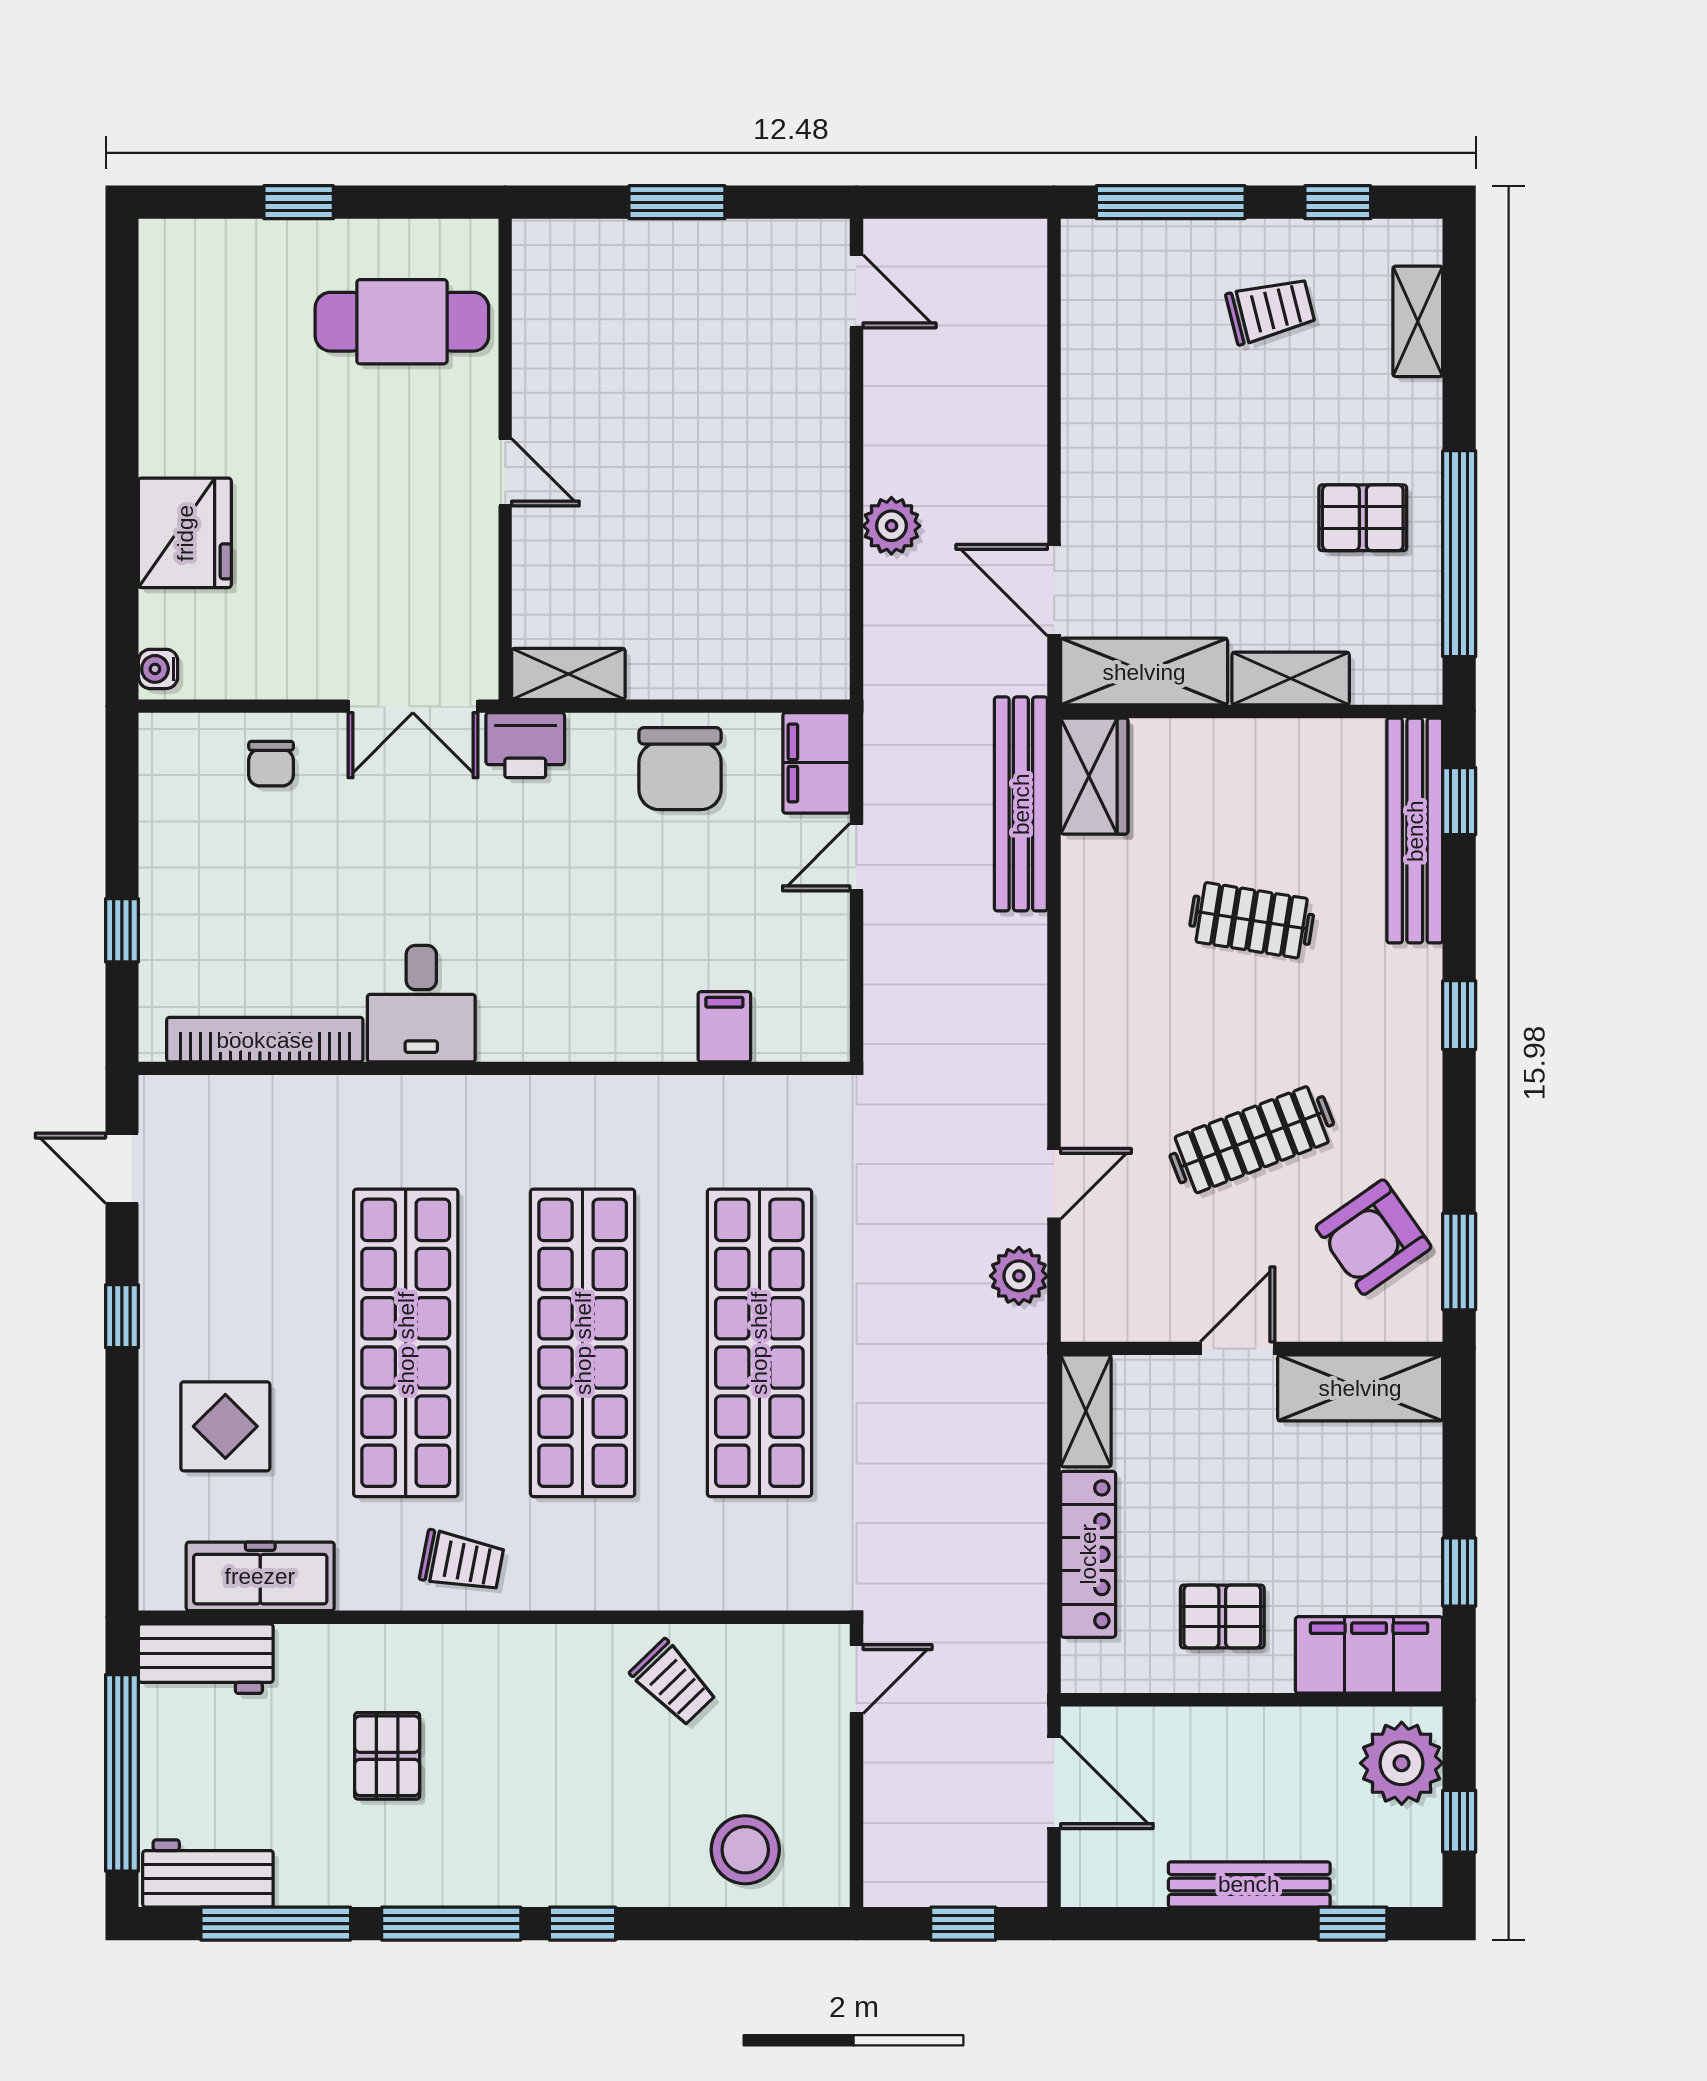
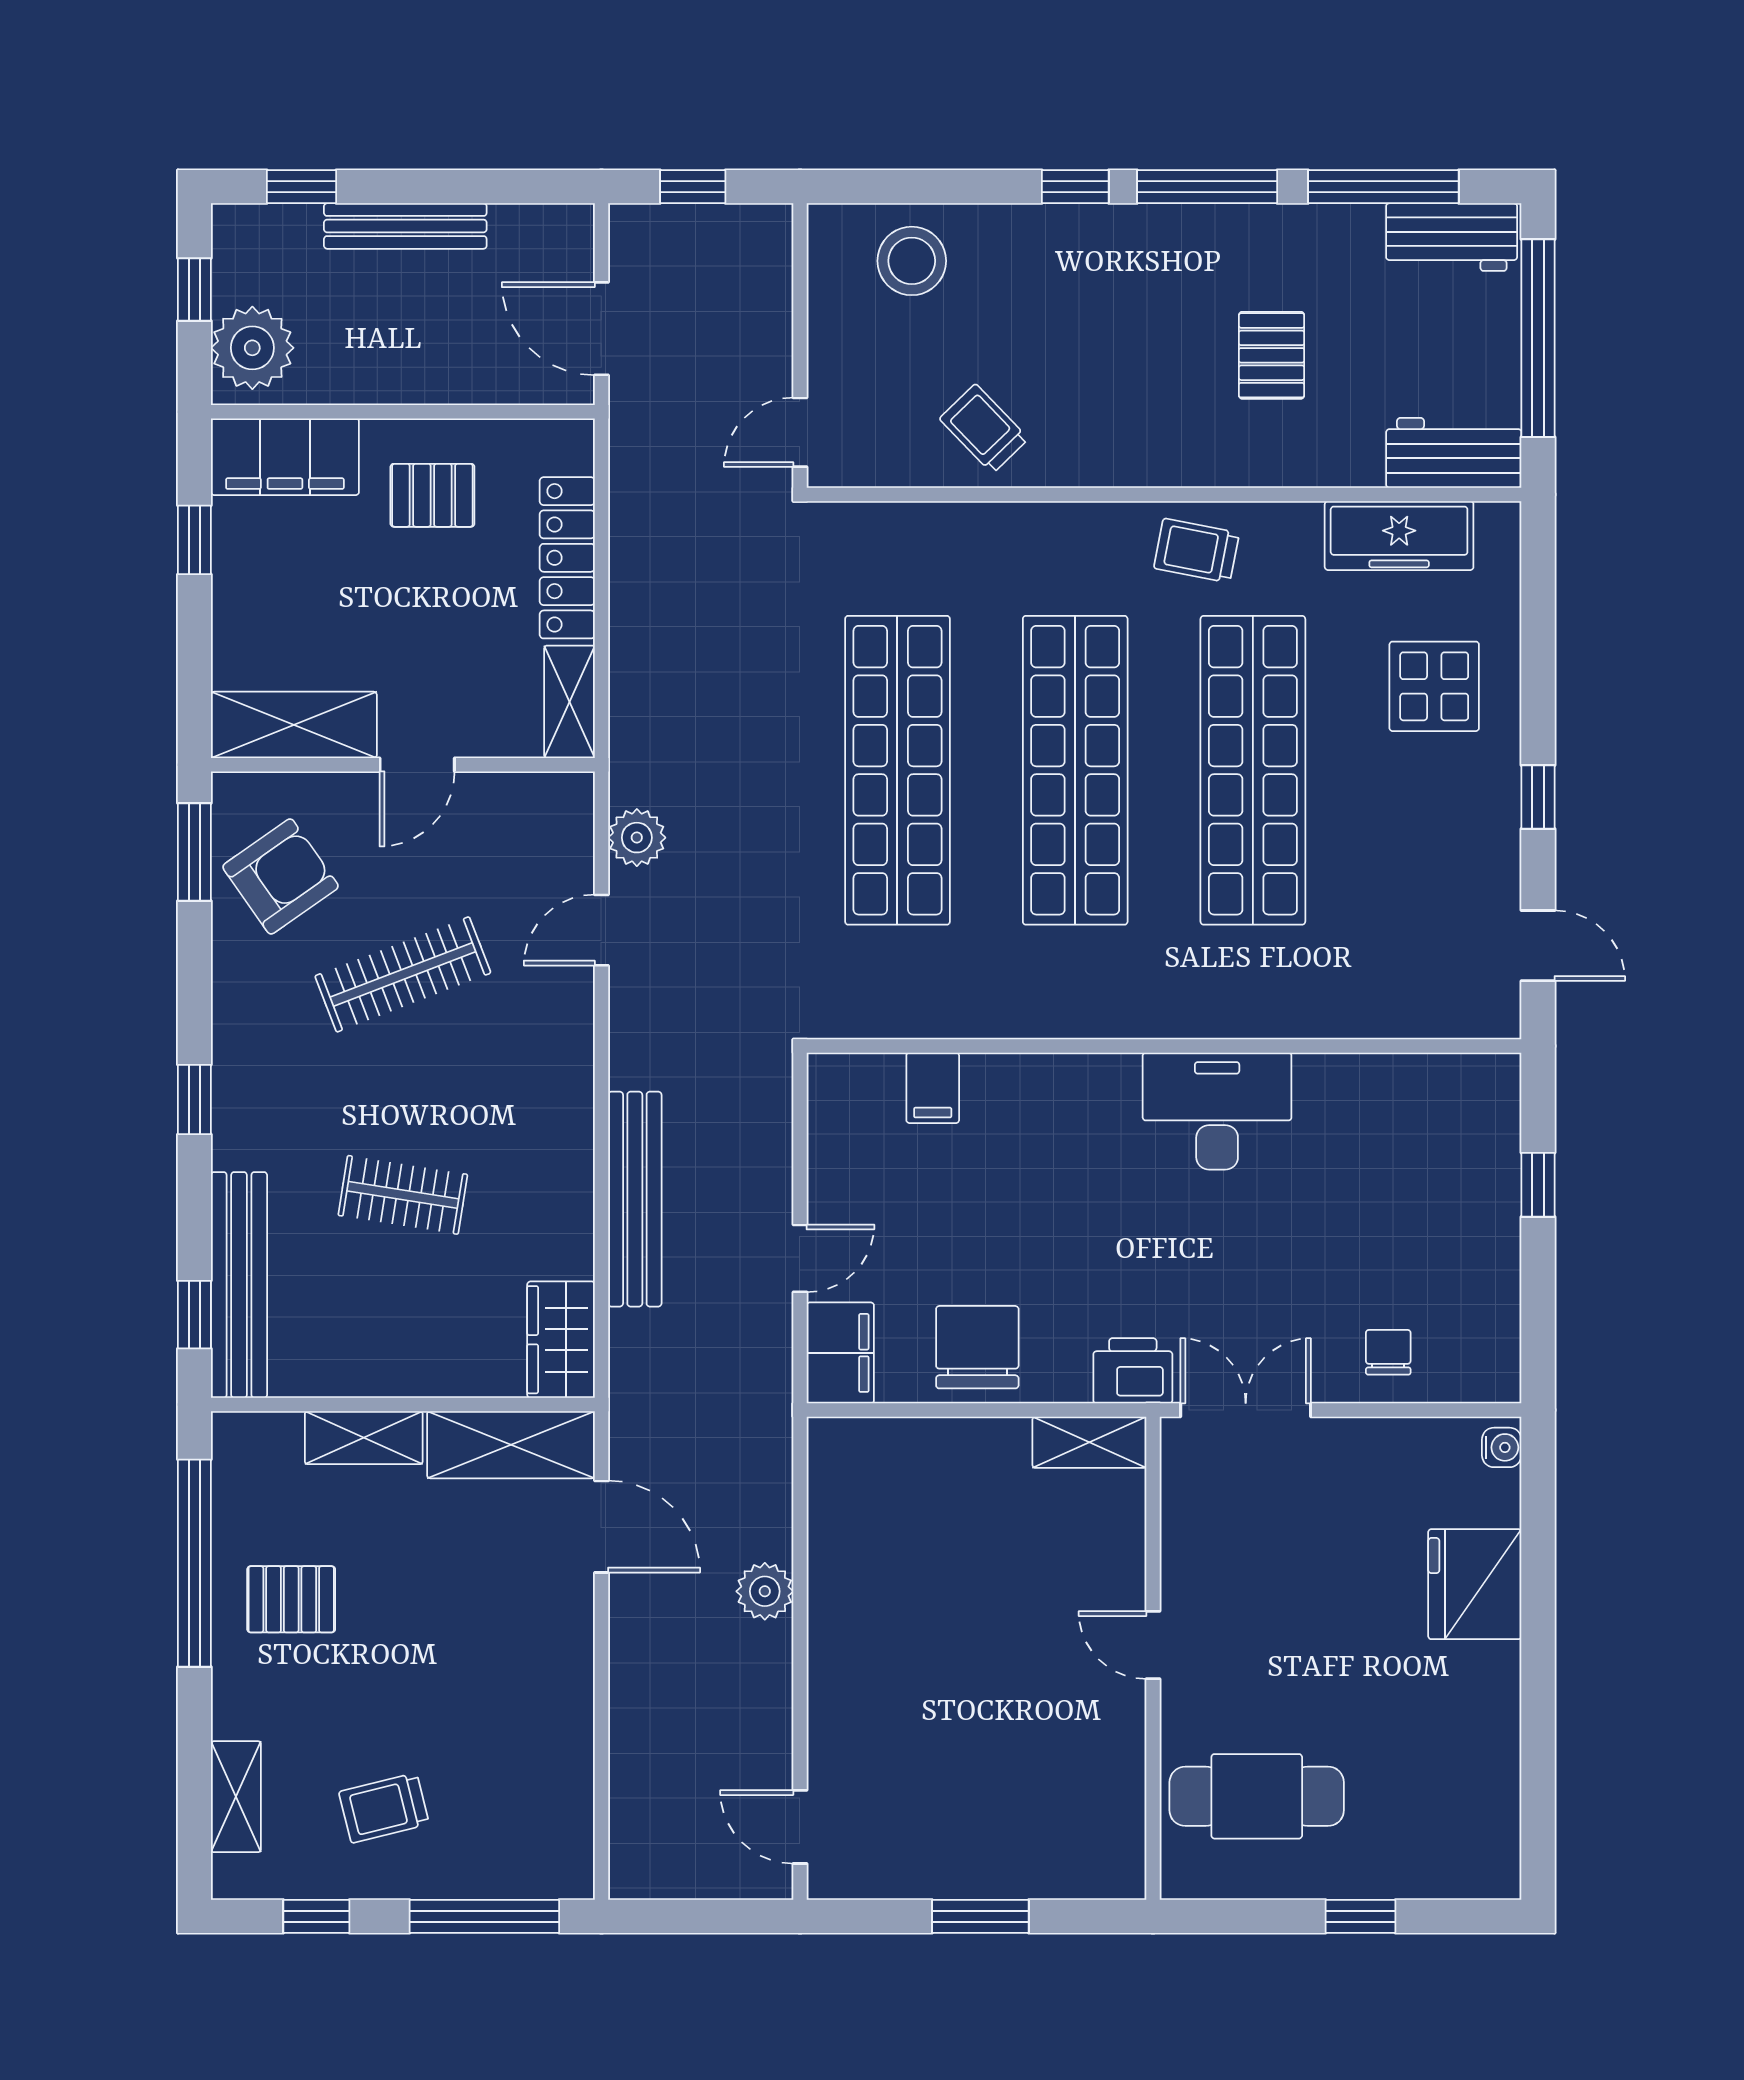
bench: (1021, 804) -> (635, 1199), moved
desk: (421, 1004) -> (1217, 1111), width x1.37
bookcase: (265, 1040) -> (1394, 1075), removed

